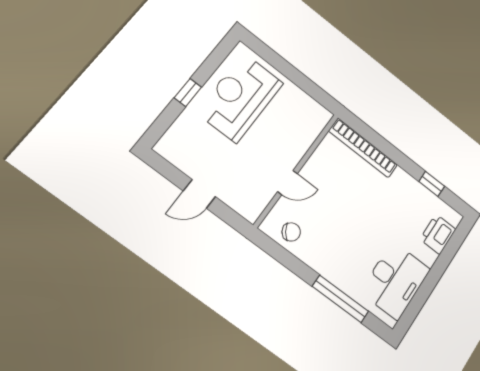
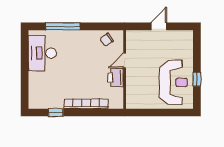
window: (188, 93) -> (197, 79), moved
bookcase: (363, 148) -> (86, 104), moved
printer: (438, 234) -> (116, 77), moved, turned 180

